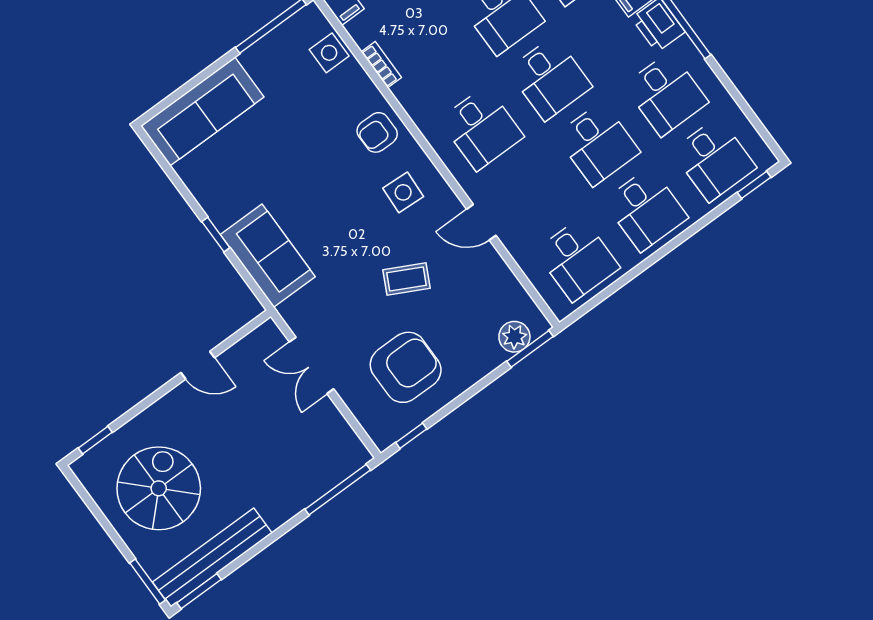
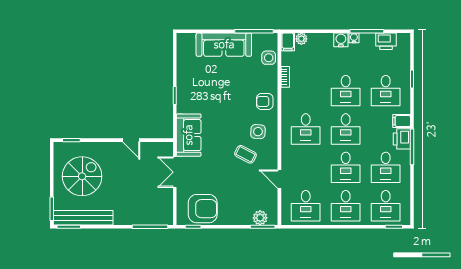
sofa: (202, 111) -> (224, 45), moved
door: (481, 222) -> (279, 179), moved
sofa: (268, 256) -> (189, 135), moved
coffee table: (406, 279) -> (245, 154), moved
armchair: (406, 367) -> (203, 209), moved

